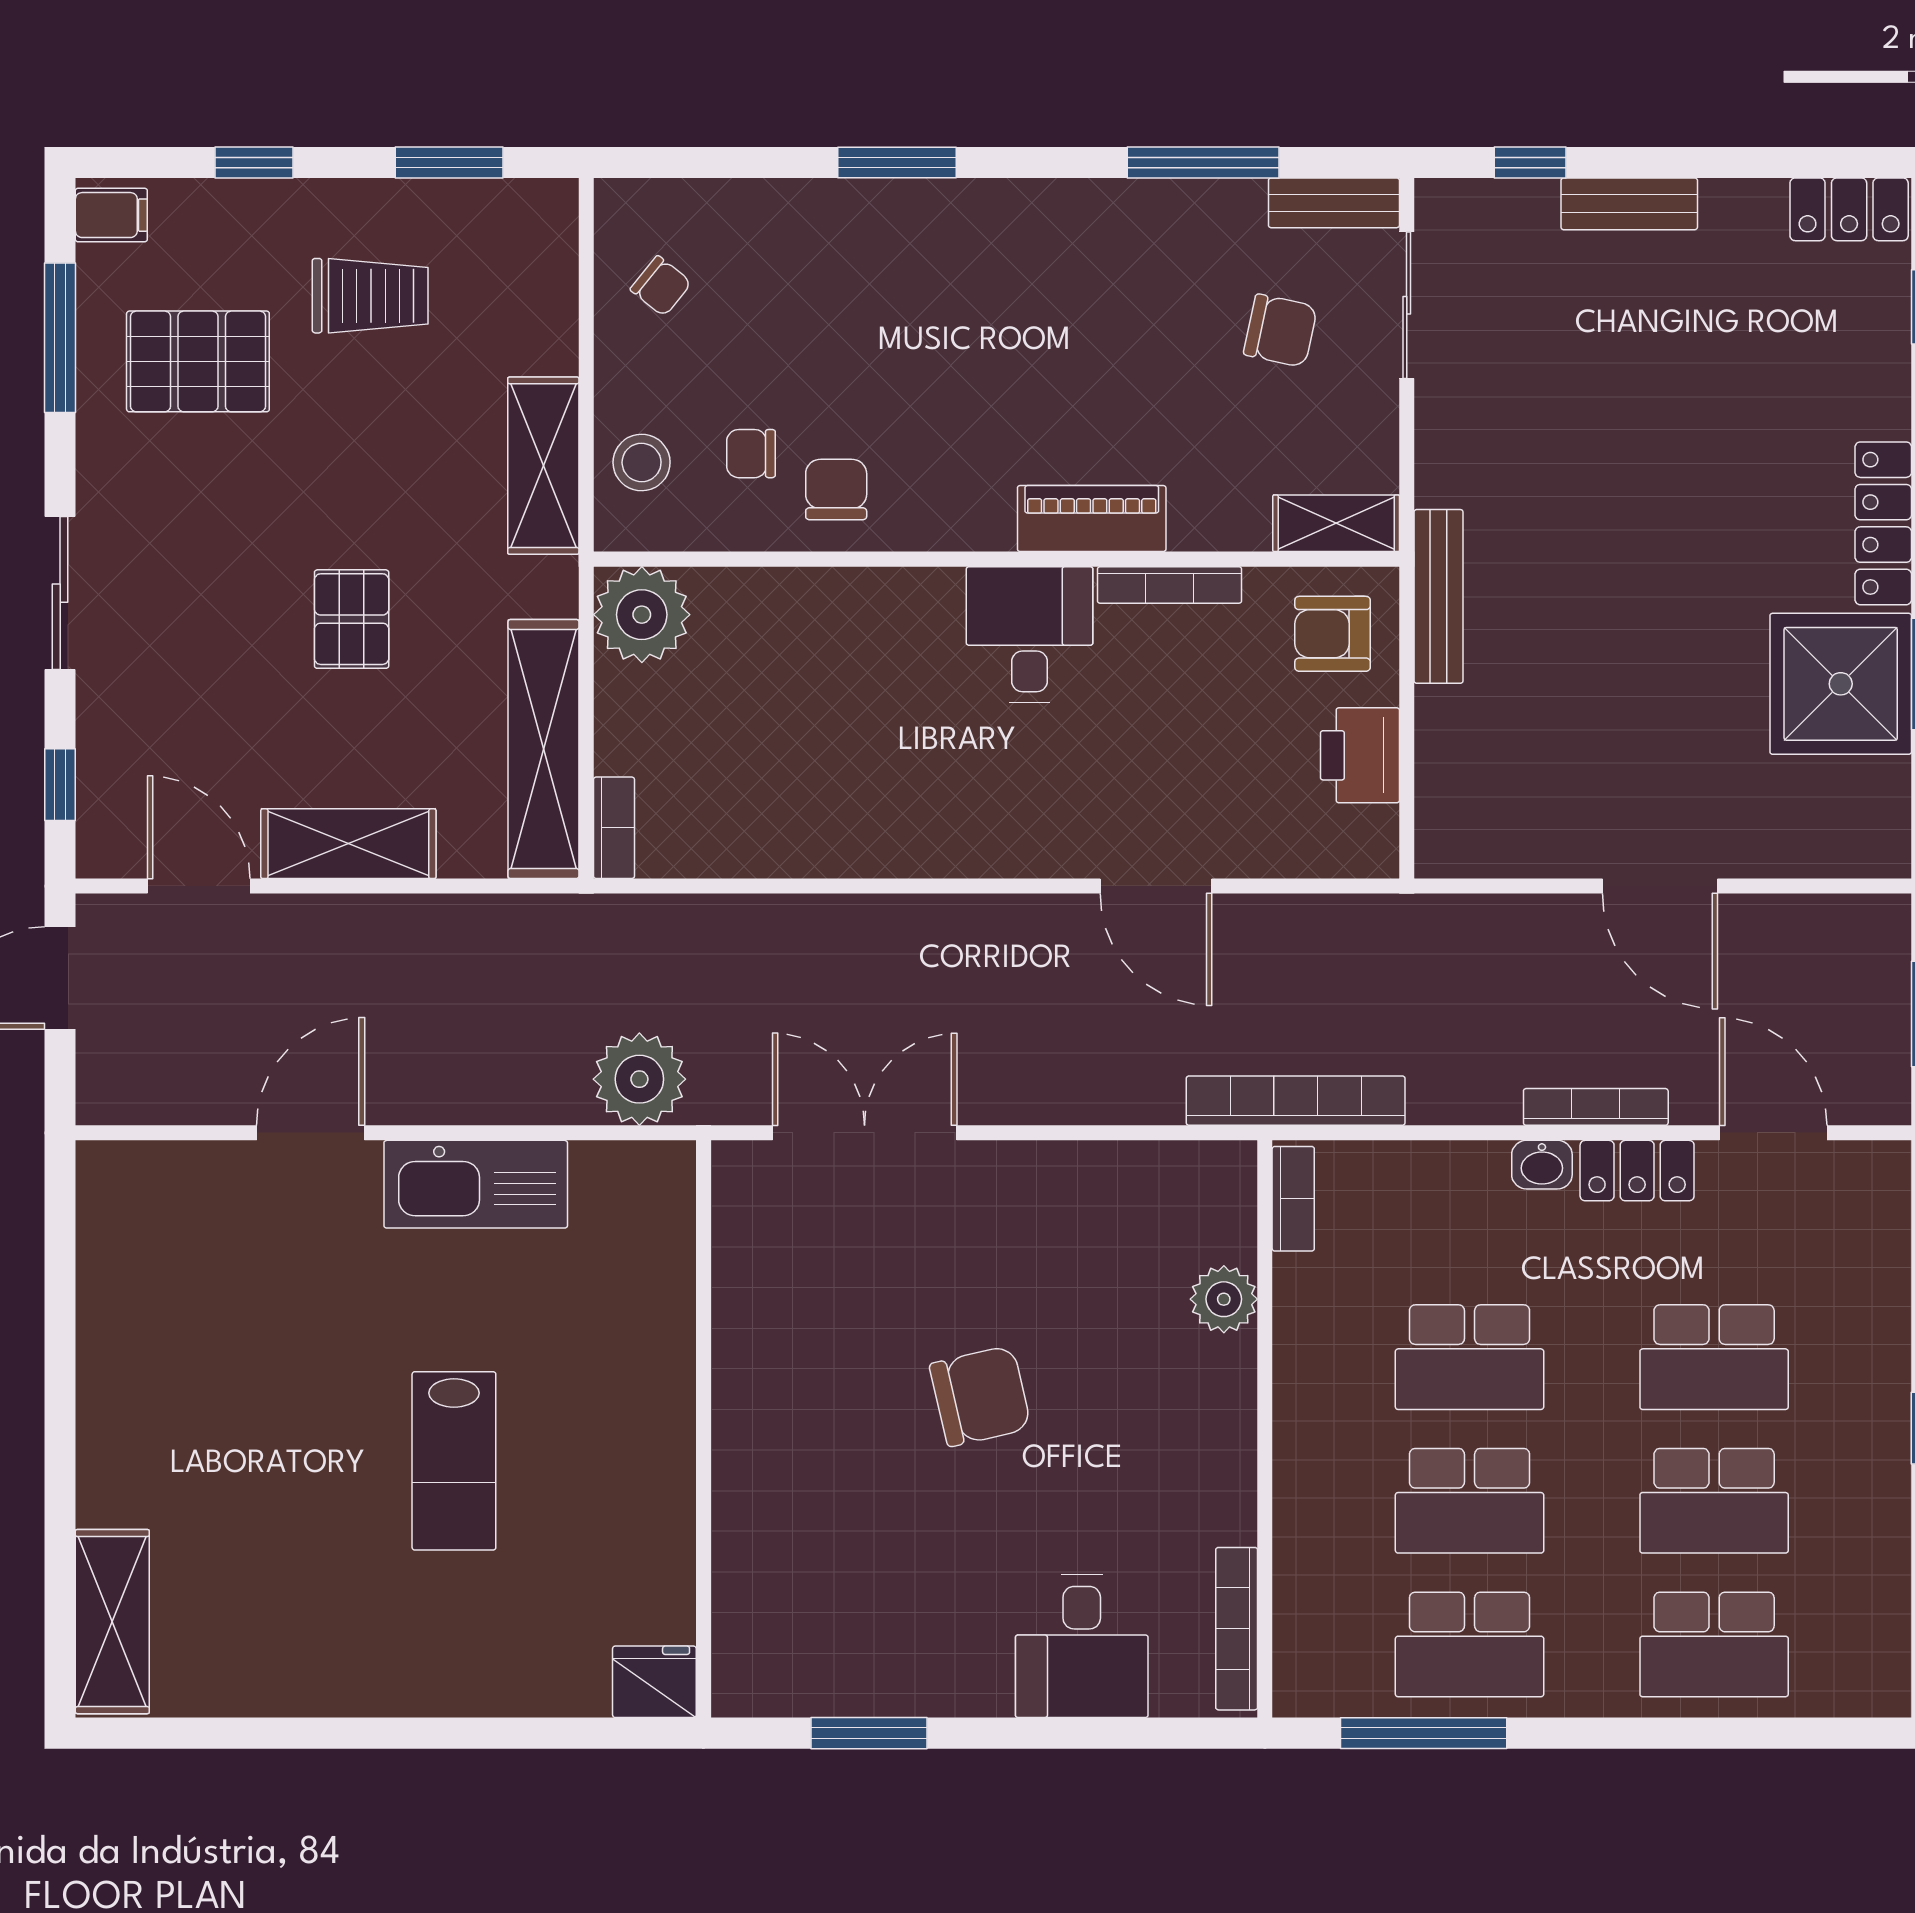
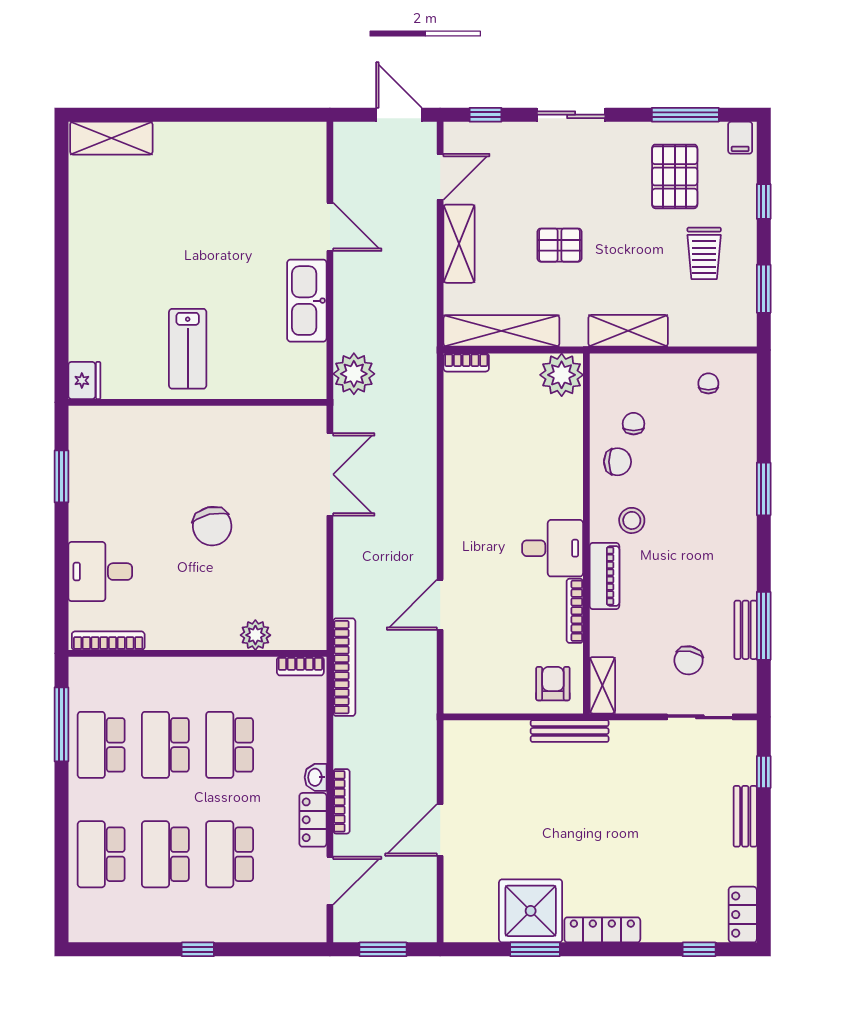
bench: (1334, 203) -> (746, 630), moved
chair: (661, 286) -> (708, 383), turned 141
stool: (642, 462) -> (632, 520), moved
printer: (1360, 755) -> (499, 696), removed
lab bench: (454, 1461) -> (188, 349), moved, turned -90

